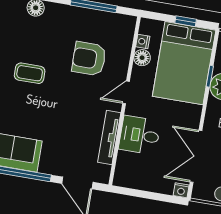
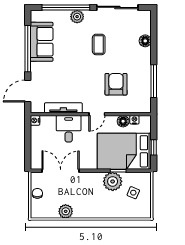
door: (126, 92) -> (97, 114), swing flipped
nightstand: (181, 190) -> (35, 120), moved

